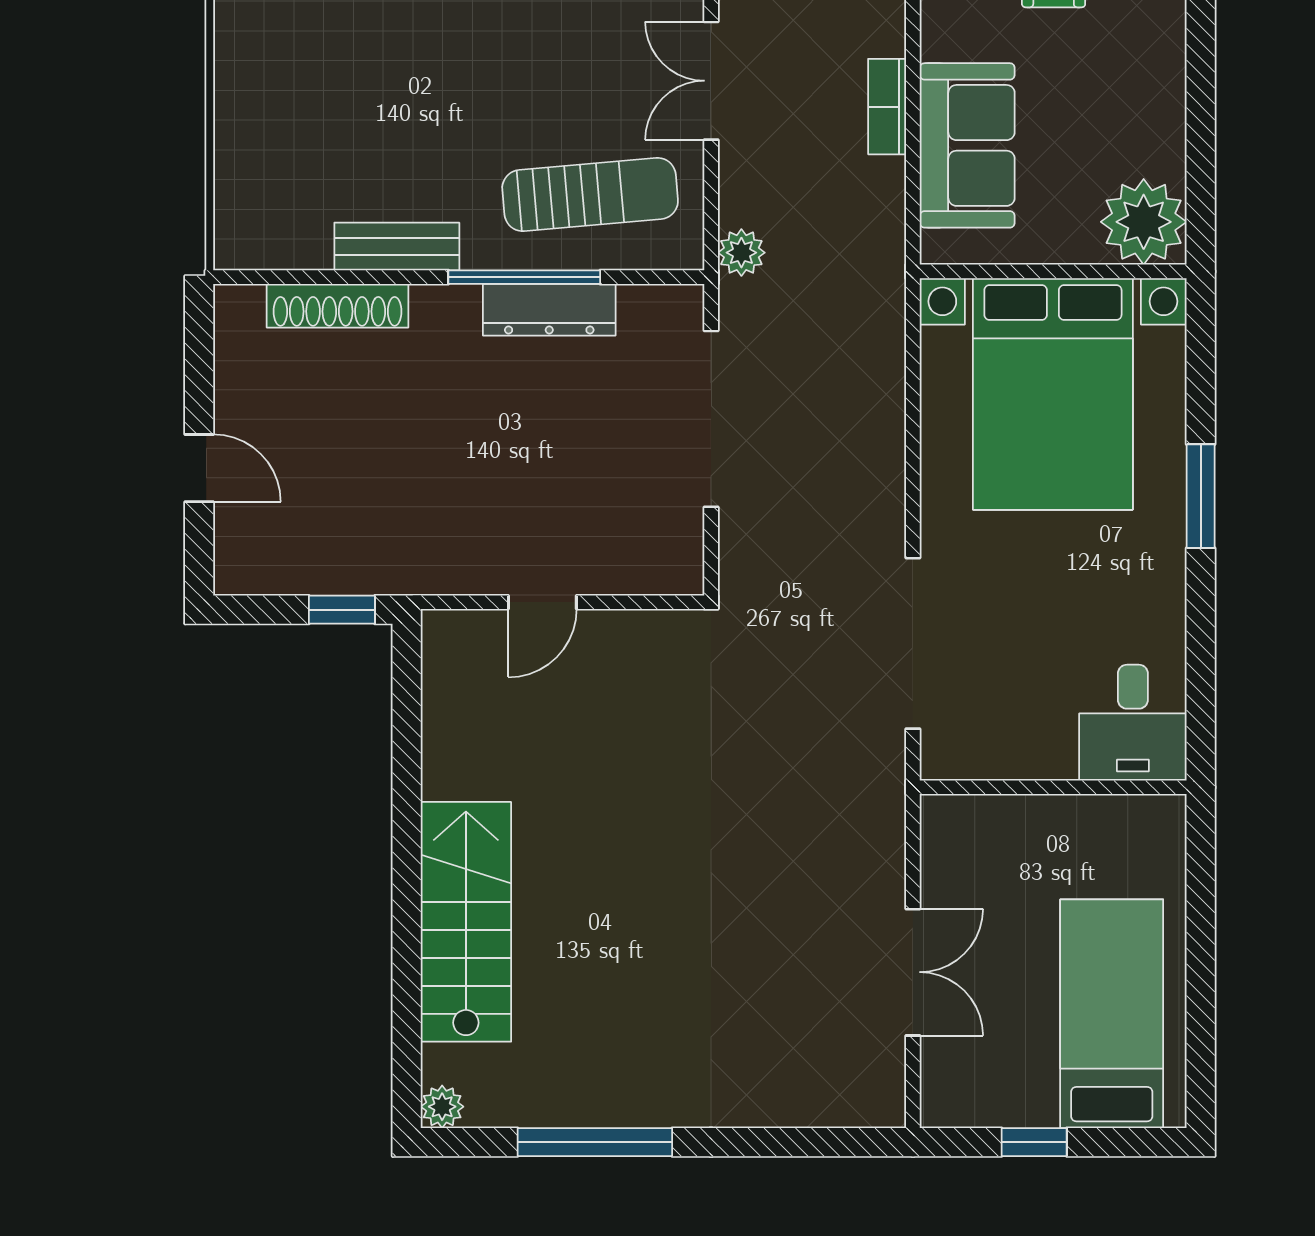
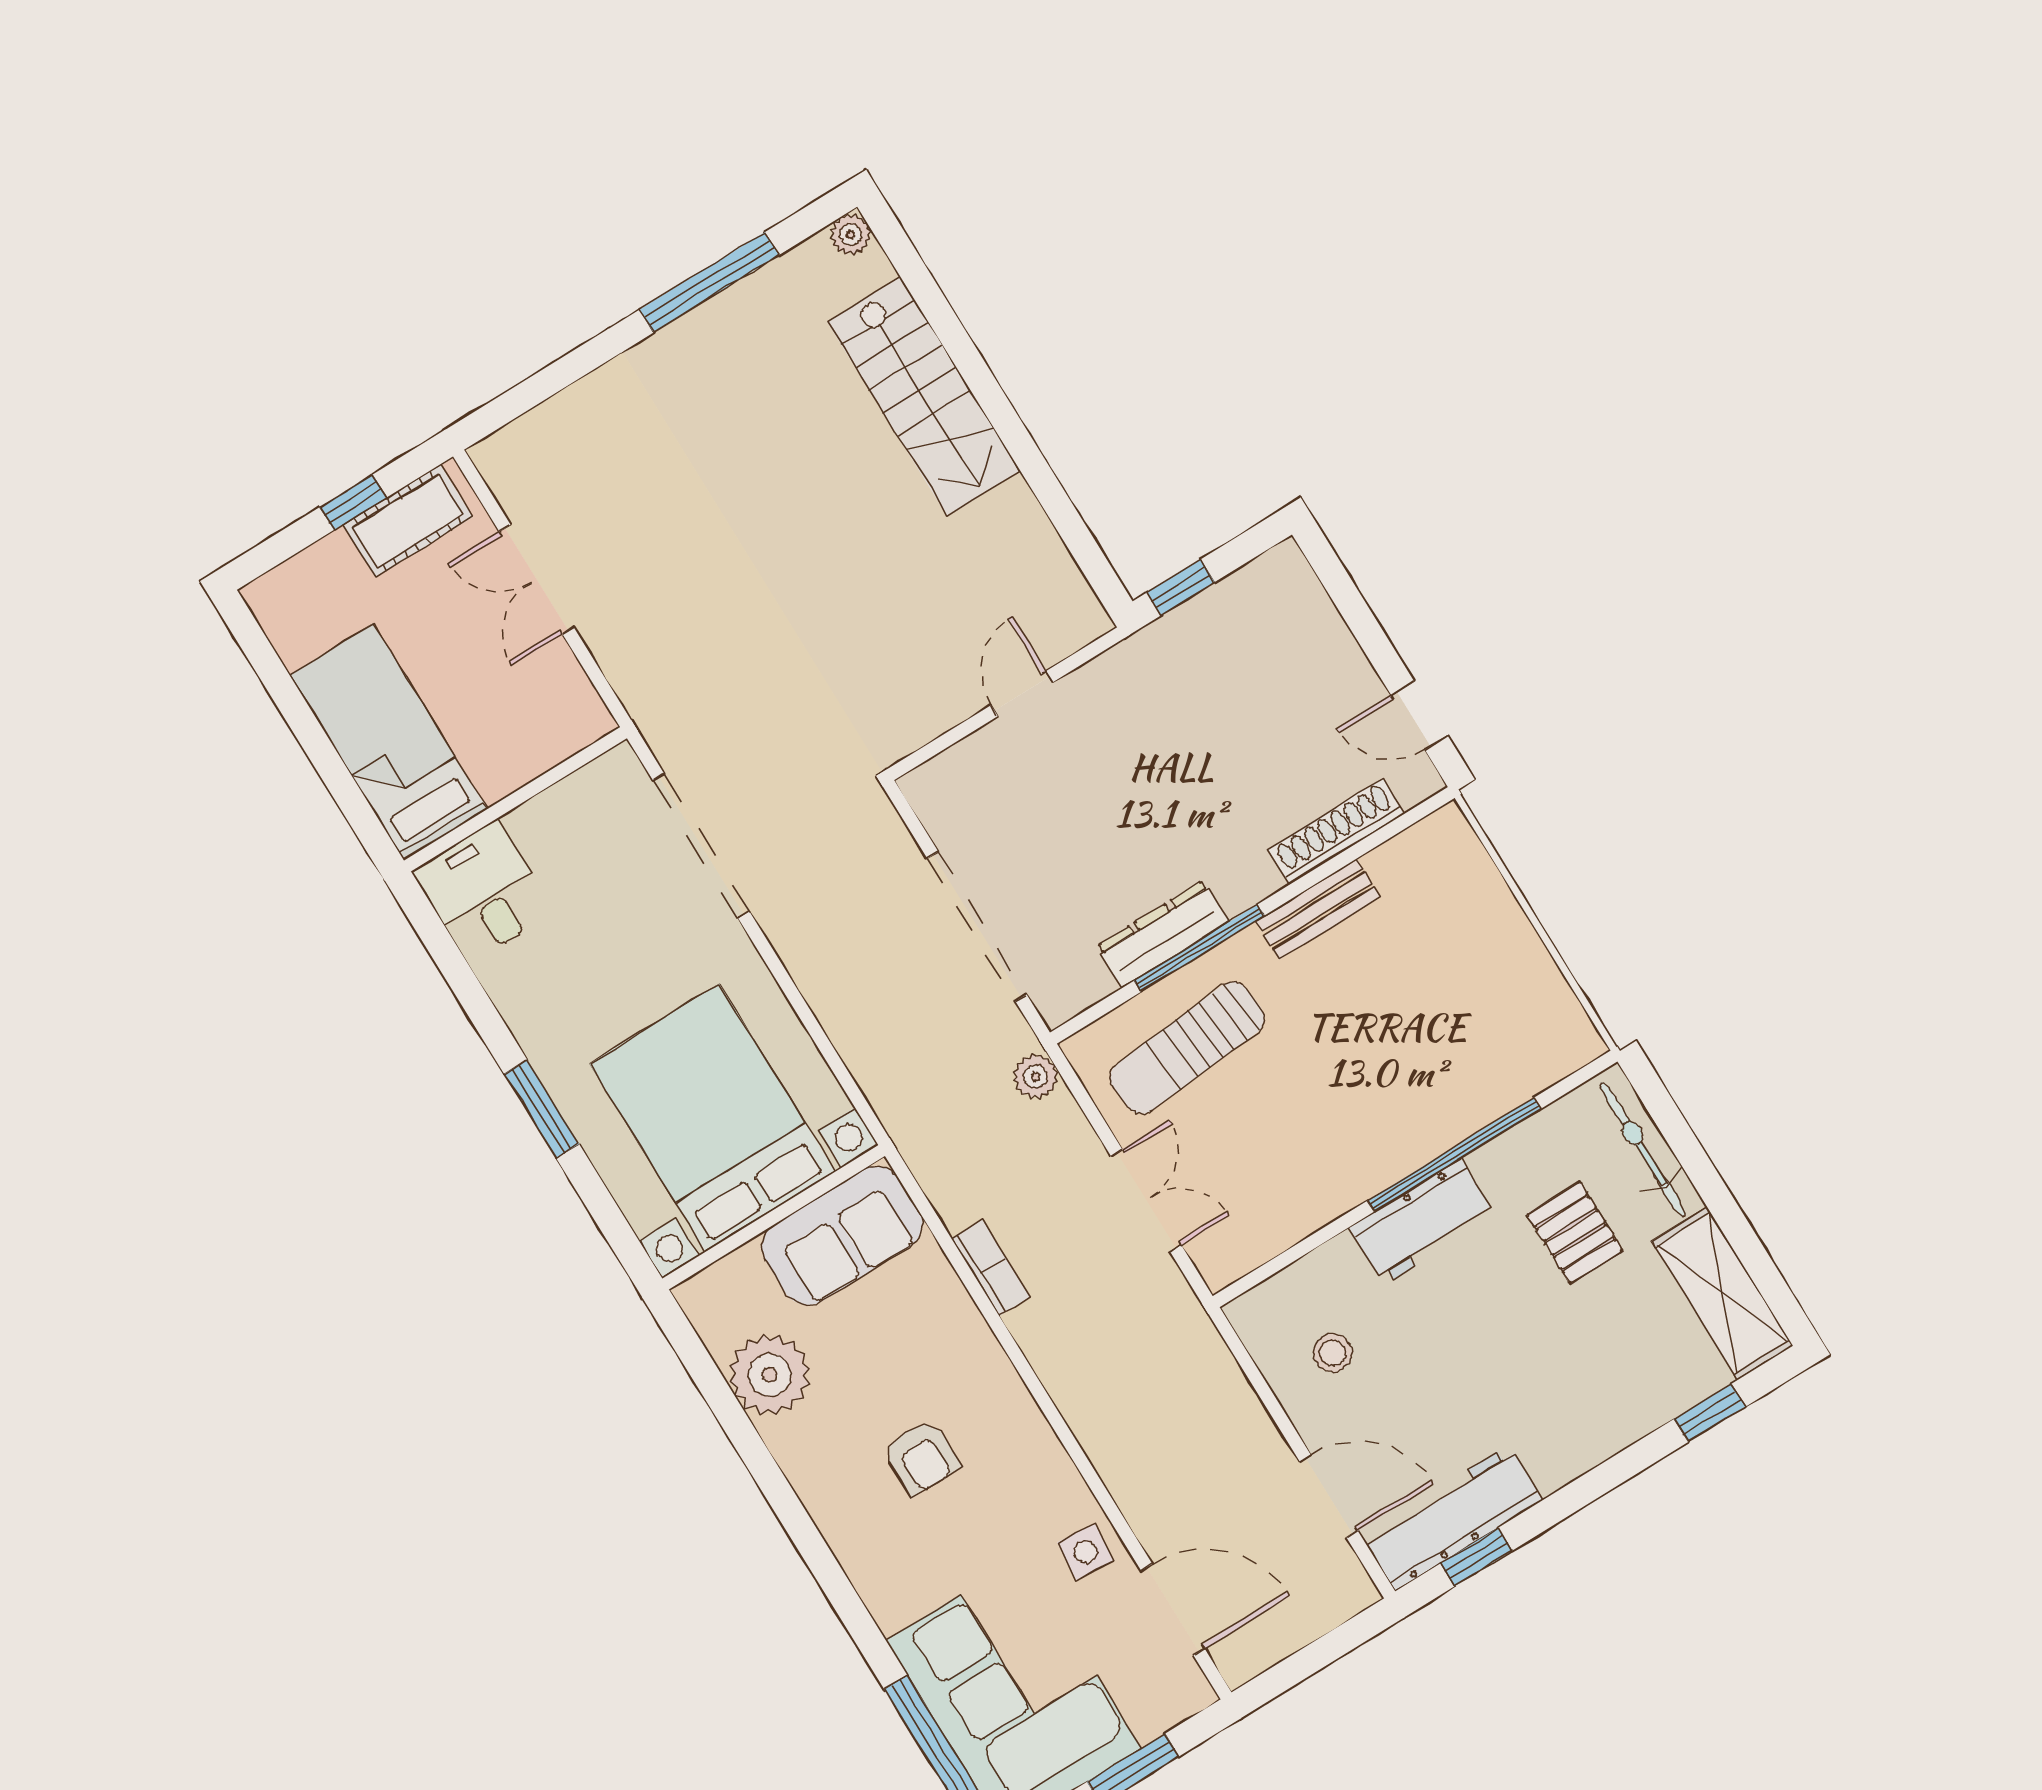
sofa: (967, 145) -> (842, 1236), moved, turned -90
plant: (1144, 222) -> (770, 1375), moved
door: (199, 468) -> (1420, 715), moved
bed: (1112, 1014) -> (388, 742), moved, turned 180
cot: (996, 1096) -> (408, 521), added

